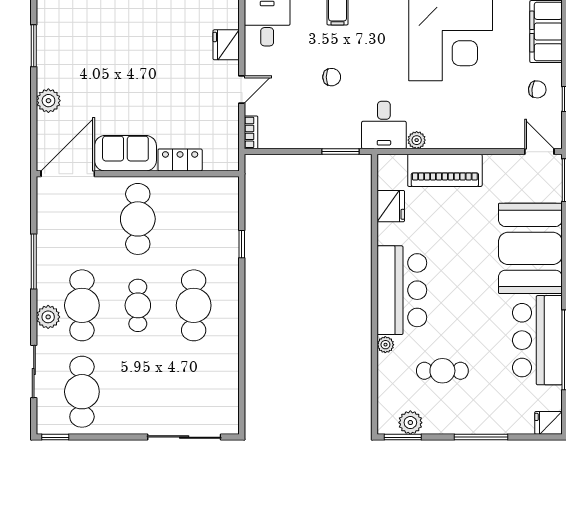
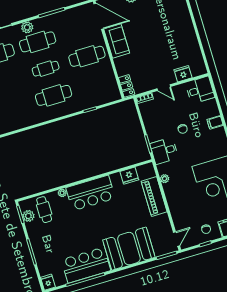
desk: (384, 125) -> (164, 151), moved
locker: (180, 160) -> (127, 86), moved
cafe table: (442, 371) -> (44, 210), moved

